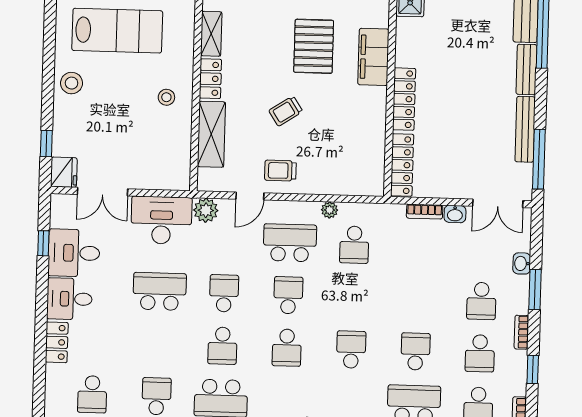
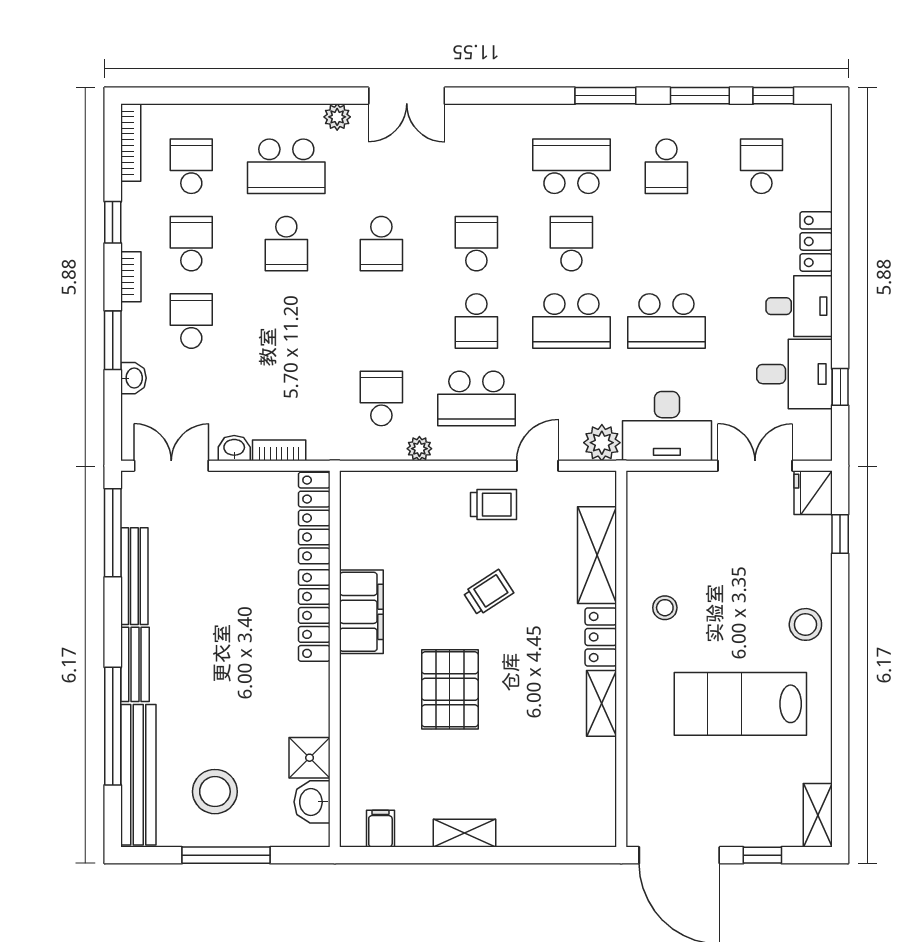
filing cabinet: (373, 57) -> (361, 612), moved
school desk: (224, 293) -> (571, 321), width x1.85

